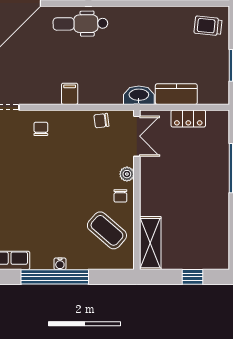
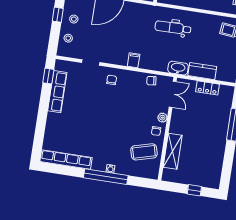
dental chair: (80, 24) -> (173, 28), moved
coffee table: (107, 230) -> (144, 152), turned -56
shelving: (150, 243) -> (173, 151), moved

